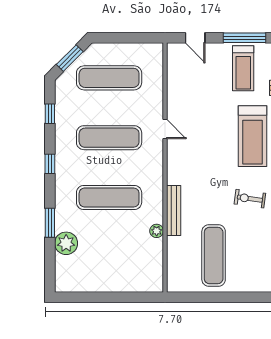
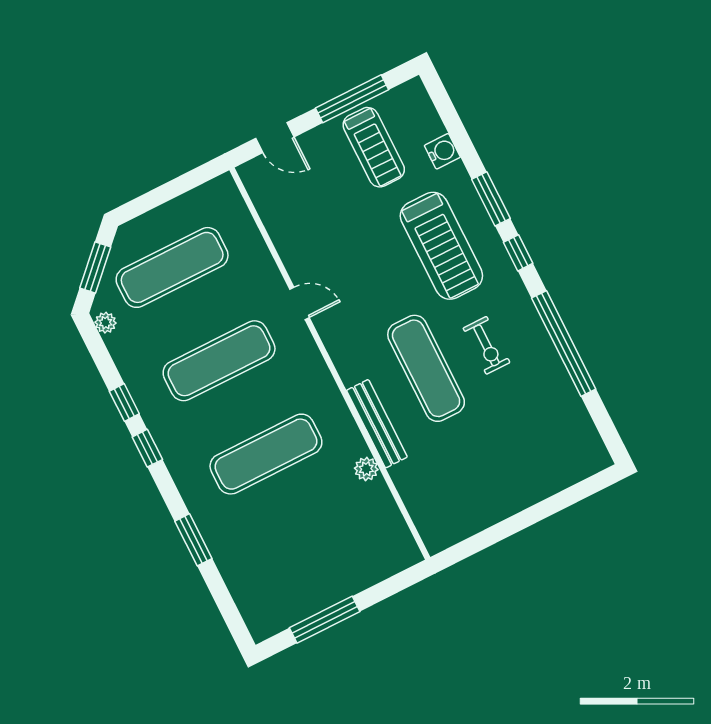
window: (50, 114) -> (124, 402), moved
exercise bike: (250, 199) -> (486, 345), turned -98
plant: (66, 243) -> (106, 323), moved, width x0.53, depth x0.53
exercise mat: (214, 256) -> (426, 368), moved
window: (96, 297) -> (325, 620), added

